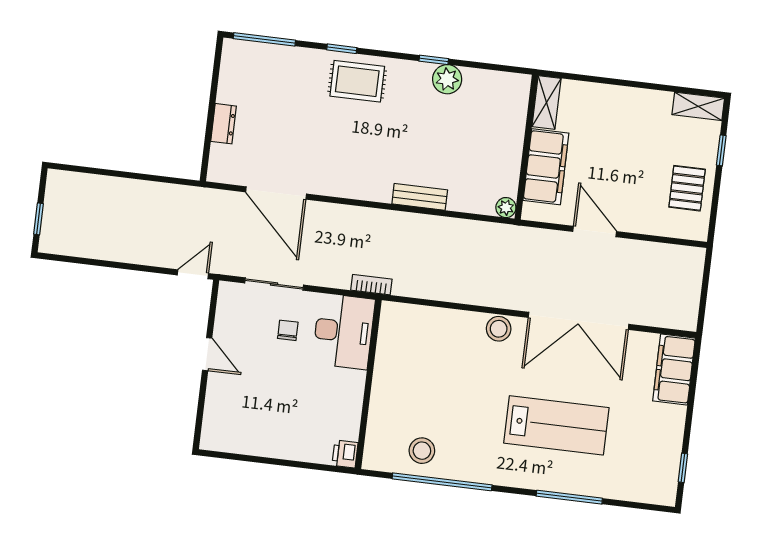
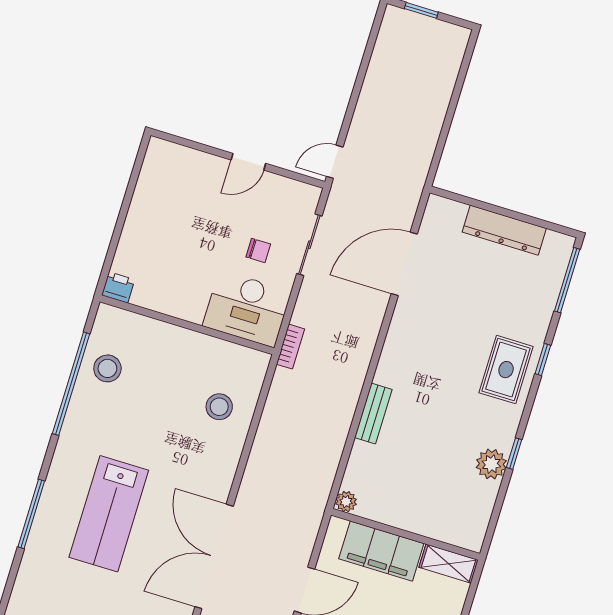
dresser: (224, 124) -> (504, 230), width x1.96, depth x1.24
door: (193, 274) -> (335, 162), swing flipped
stool: (499, 329) -> (219, 407), moved

